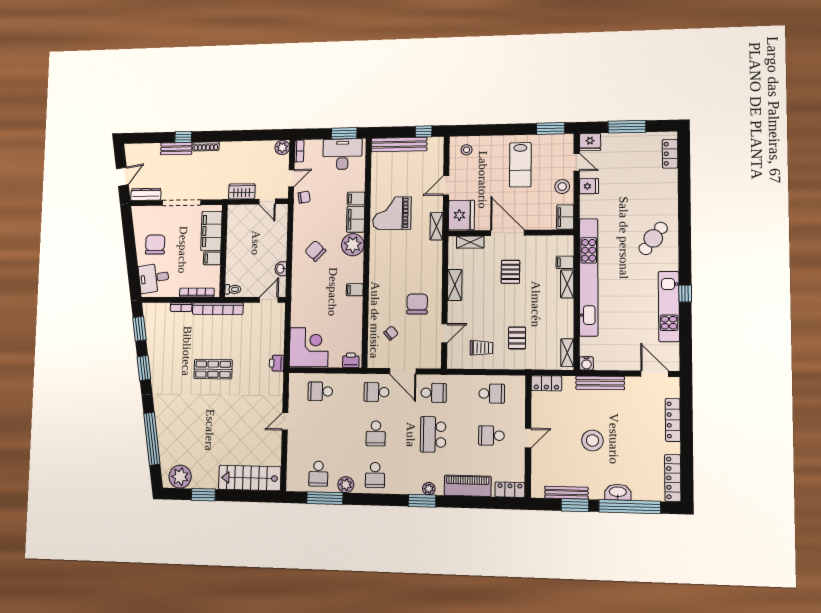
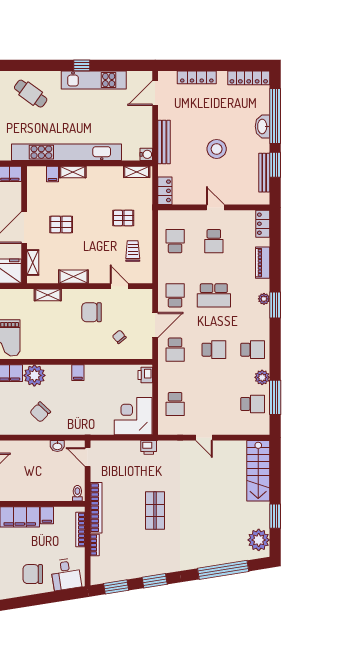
shelving: (436, 226) -> (48, 295), moved
piano: (468, 486) -> (263, 263), width x0.73, depth x0.75

